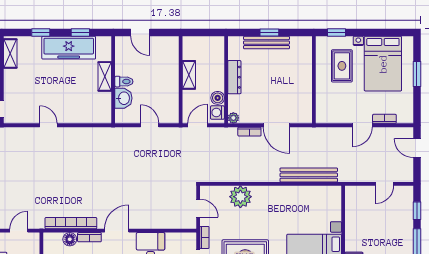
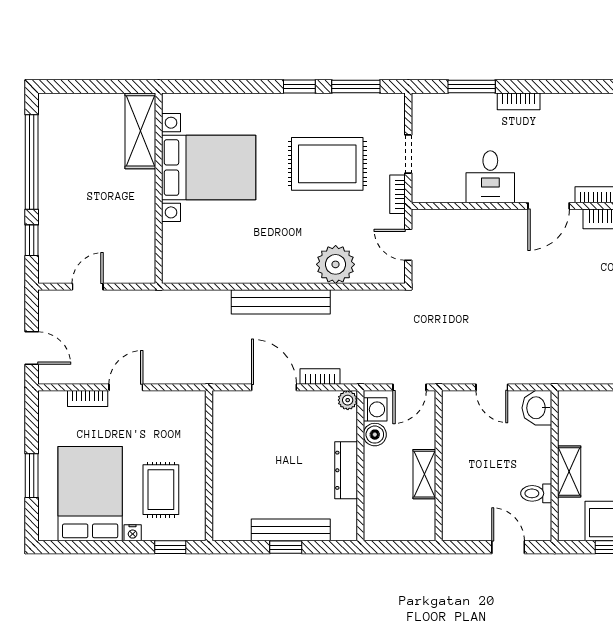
toilet: (124, 82) -> (536, 493), moved
washbasin: (123, 98) -> (537, 408), moved
bench: (309, 175) -> (281, 302), moved

